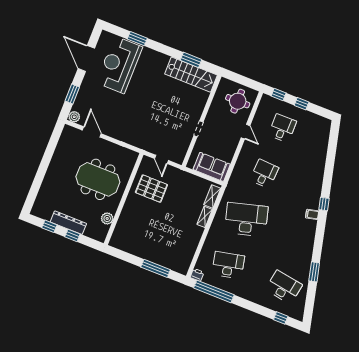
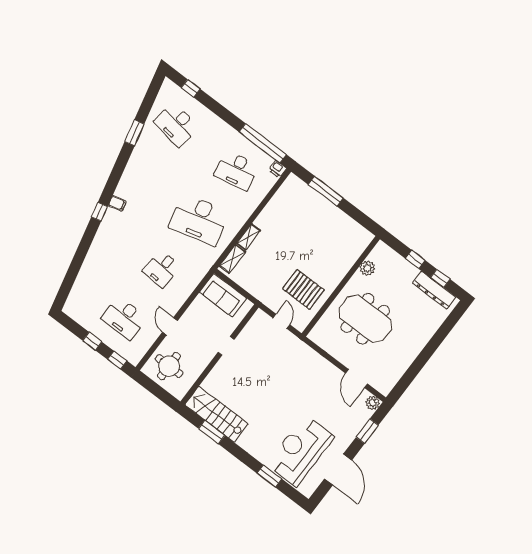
reception desk: (119, 65) -> (300, 451), turned 180
desk: (282, 128) -> (124, 318), width x1.37
dresser: (68, 223) -> (434, 290), moved

